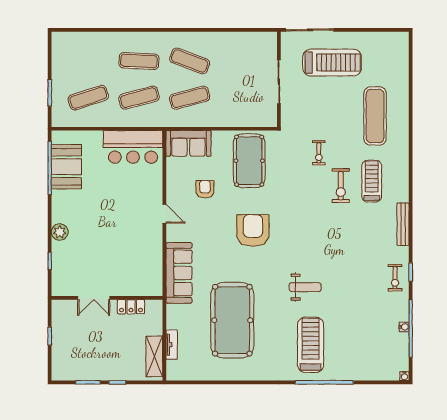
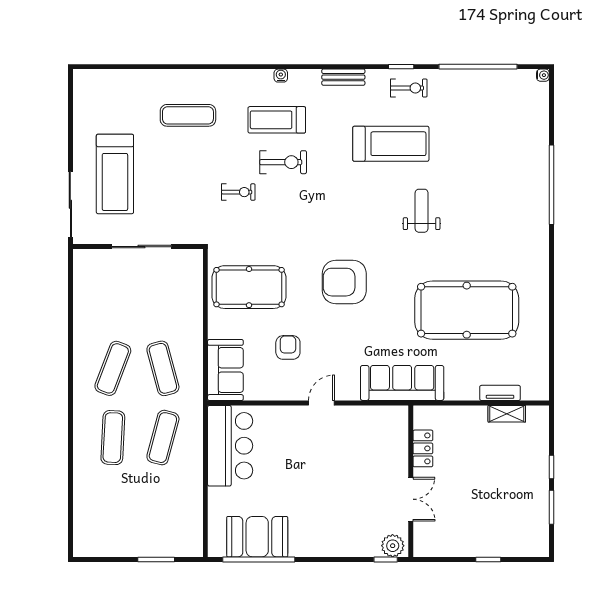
treadmill: (332, 62) -> (115, 174), turned 180
exercise mat: (88, 98) -> (163, 507), removed
exercise mat: (139, 98) -> (163, 438), turned 30
exercise mat: (375, 116) -> (188, 115), width x0.73, depth x0.69
armchair: (205, 189) -> (288, 347), turned 90
bench: (403, 224) -> (343, 77), width x0.73
plant: (60, 232) -> (393, 546), moved
double door: (94, 298) -> (411, 499), moved
wall: (107, 298) -> (411, 481), moved
locker: (131, 307) -> (423, 448), moved
water cooler: (404, 327) -> (281, 76), moved
treadmill: (311, 345) -> (391, 144), moved, turned 180
shelving: (154, 356) -> (507, 414), width x0.67, depth x0.75

